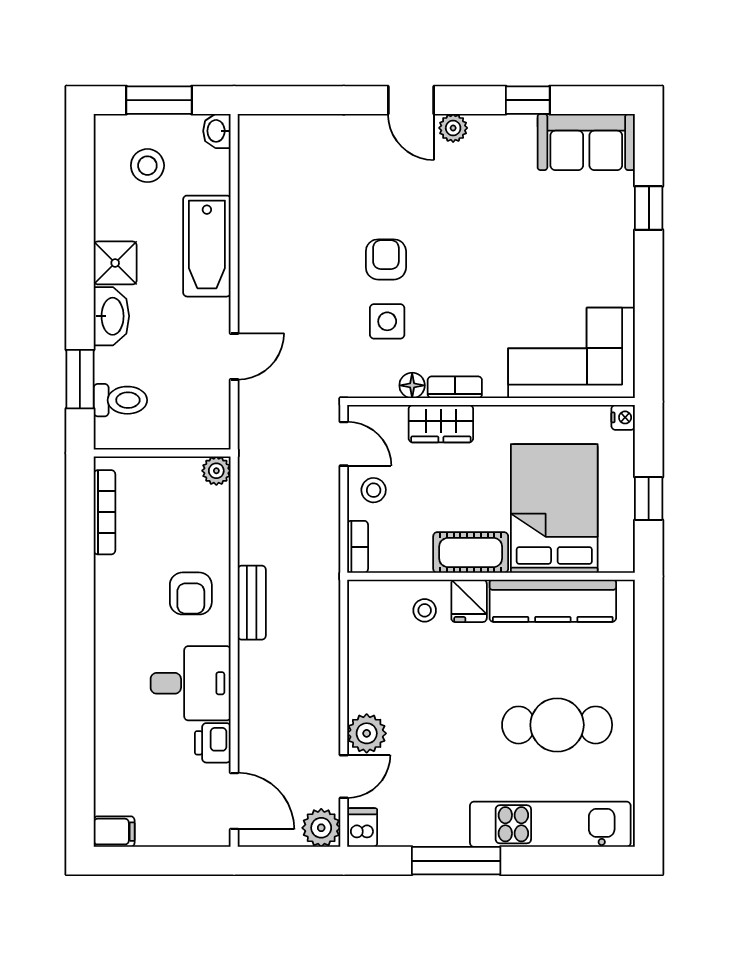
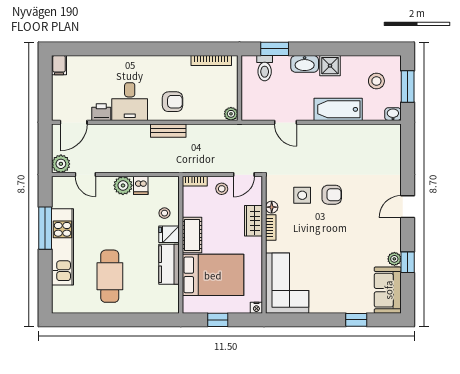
plant: (453, 128) -> (394, 259), moved
armchair: (191, 593) -> (173, 102), turned 180
kitchen counter: (553, 601) -> (169, 264), width x0.67
plant: (367, 733) -> (123, 185), moved
kitchen unit: (550, 824) -> (63, 247), moved
dishwasher: (362, 828) -> (141, 185), moved, turned 90

